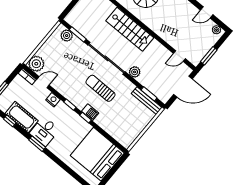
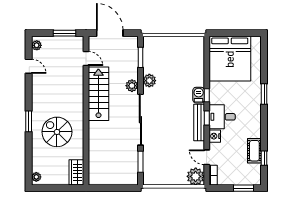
stairs: (130, 29) -> (98, 94), moved
plant: (67, 36) -> (149, 81), moved
sun lounger: (100, 88) -> (171, 103), removed
bench: (147, 101) -> (199, 123), moved
cot: (22, 117) -> (254, 151), width x0.73, depth x0.75
desk: (45, 131) -> (222, 117), moved, turned 180
window: (37, 144) -> (264, 94), moved

